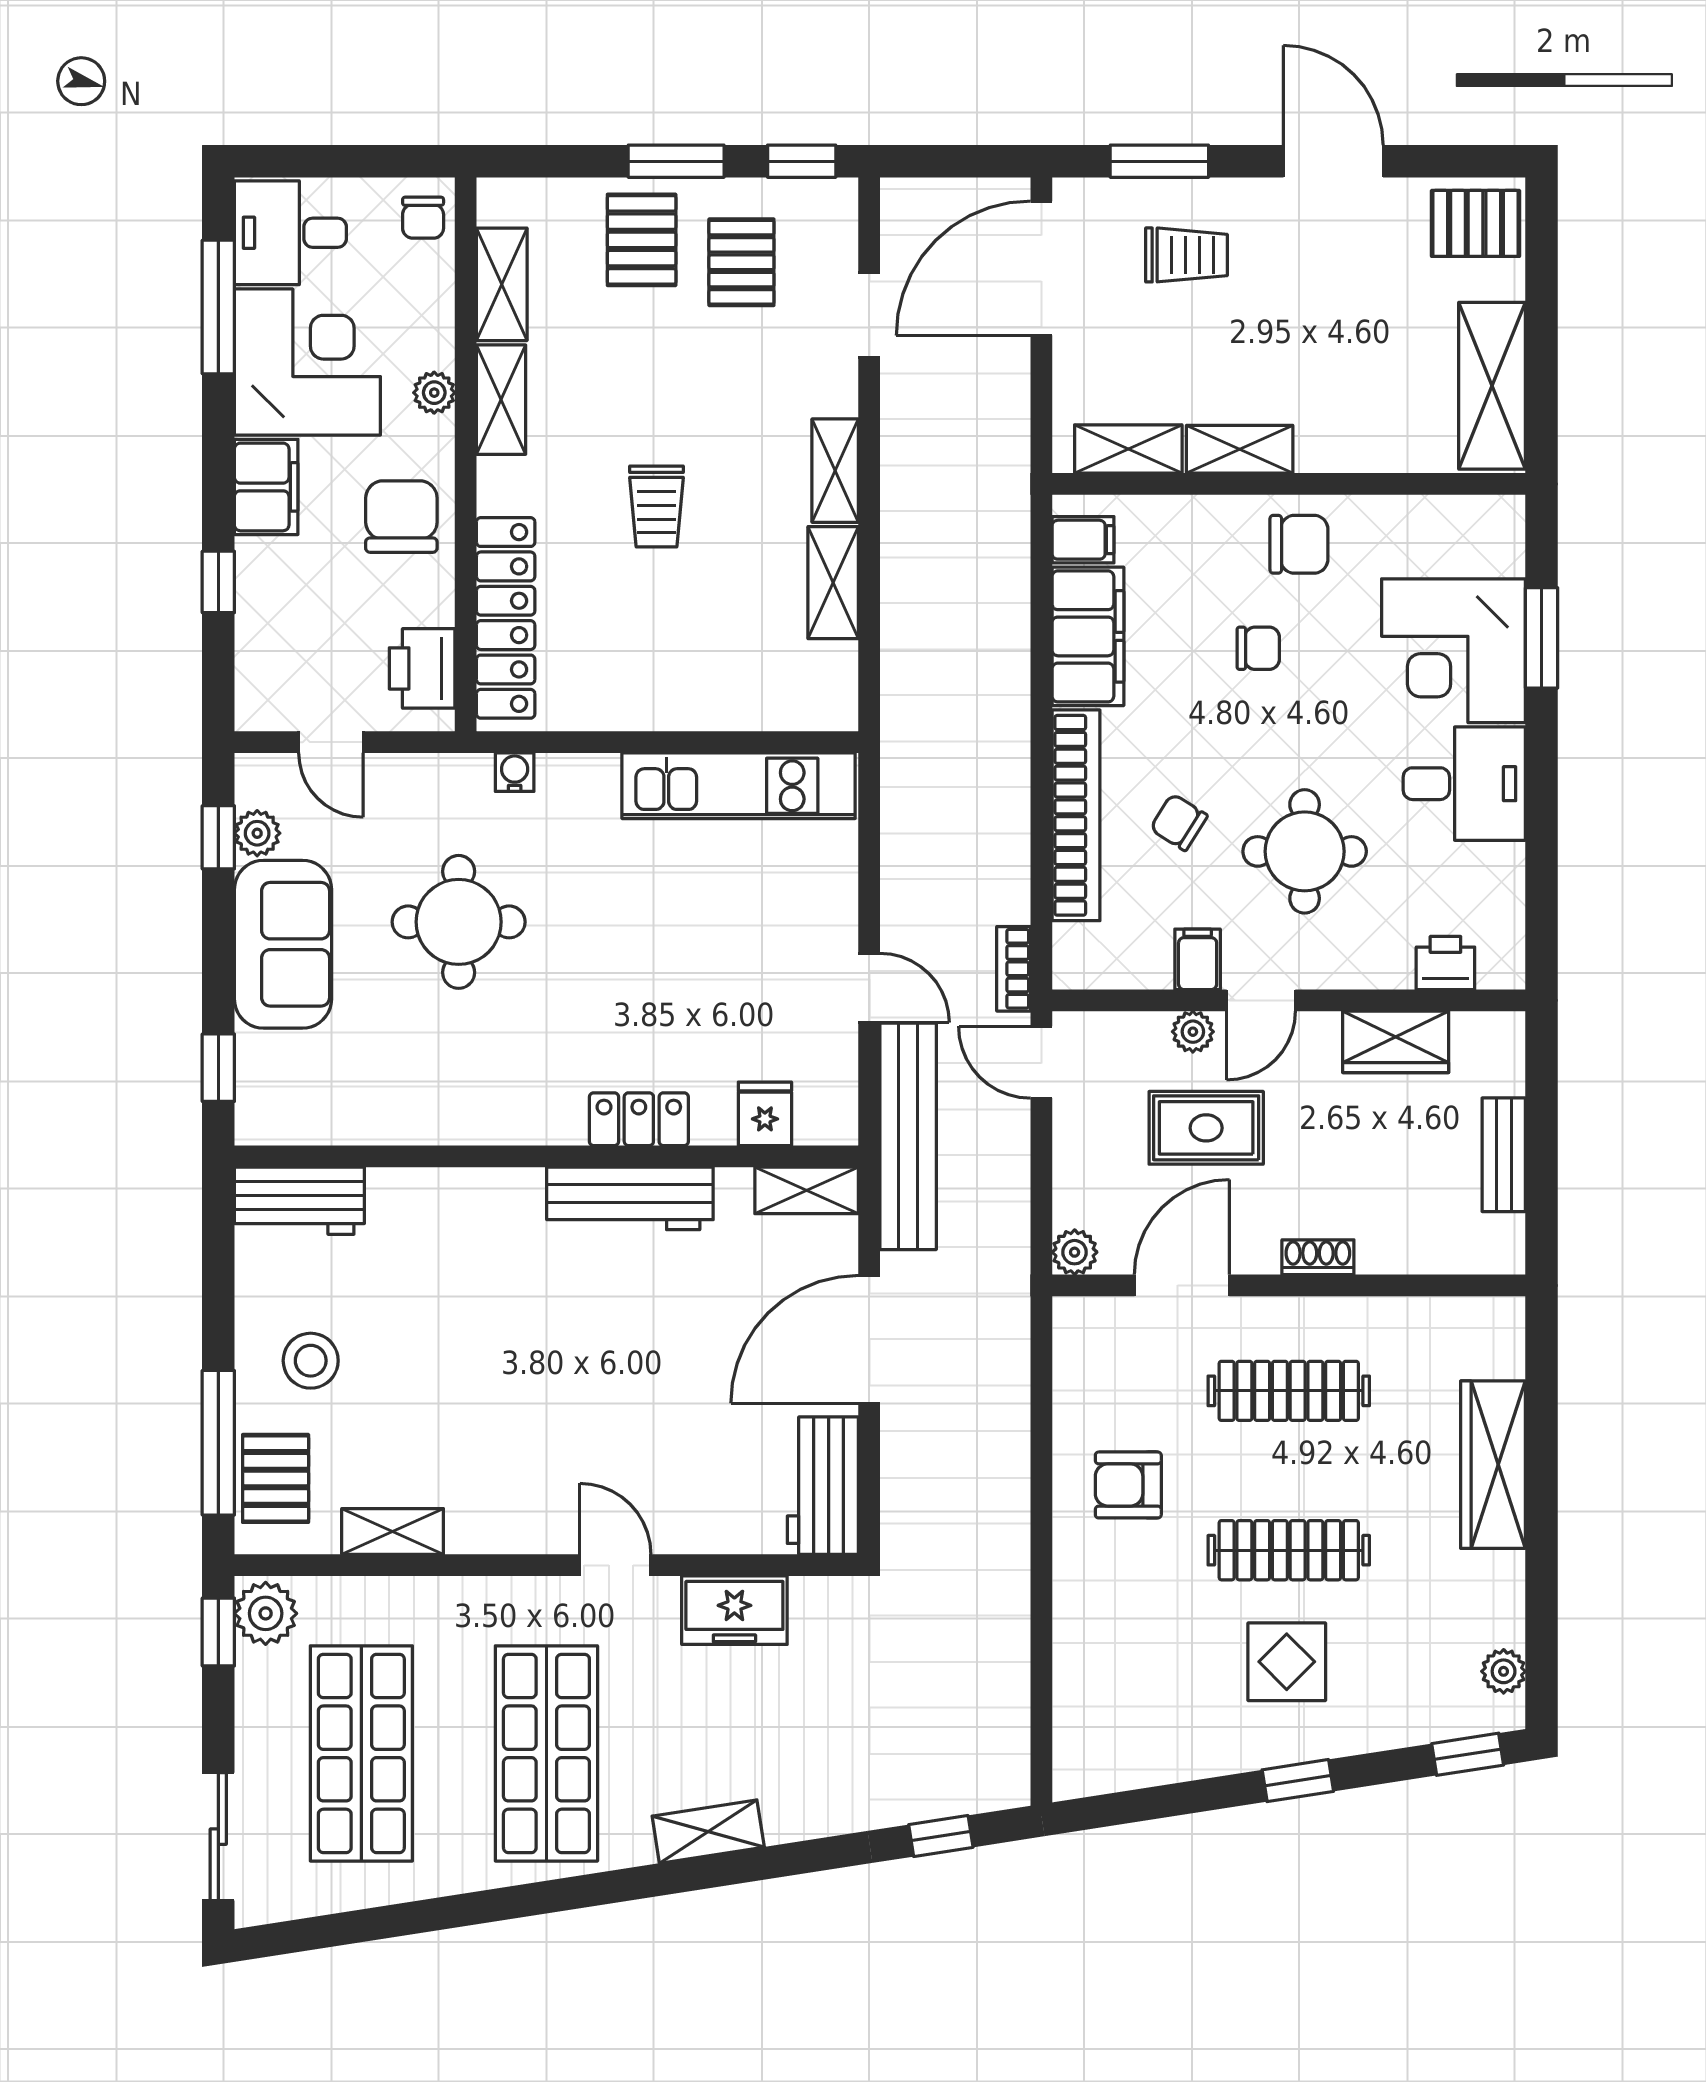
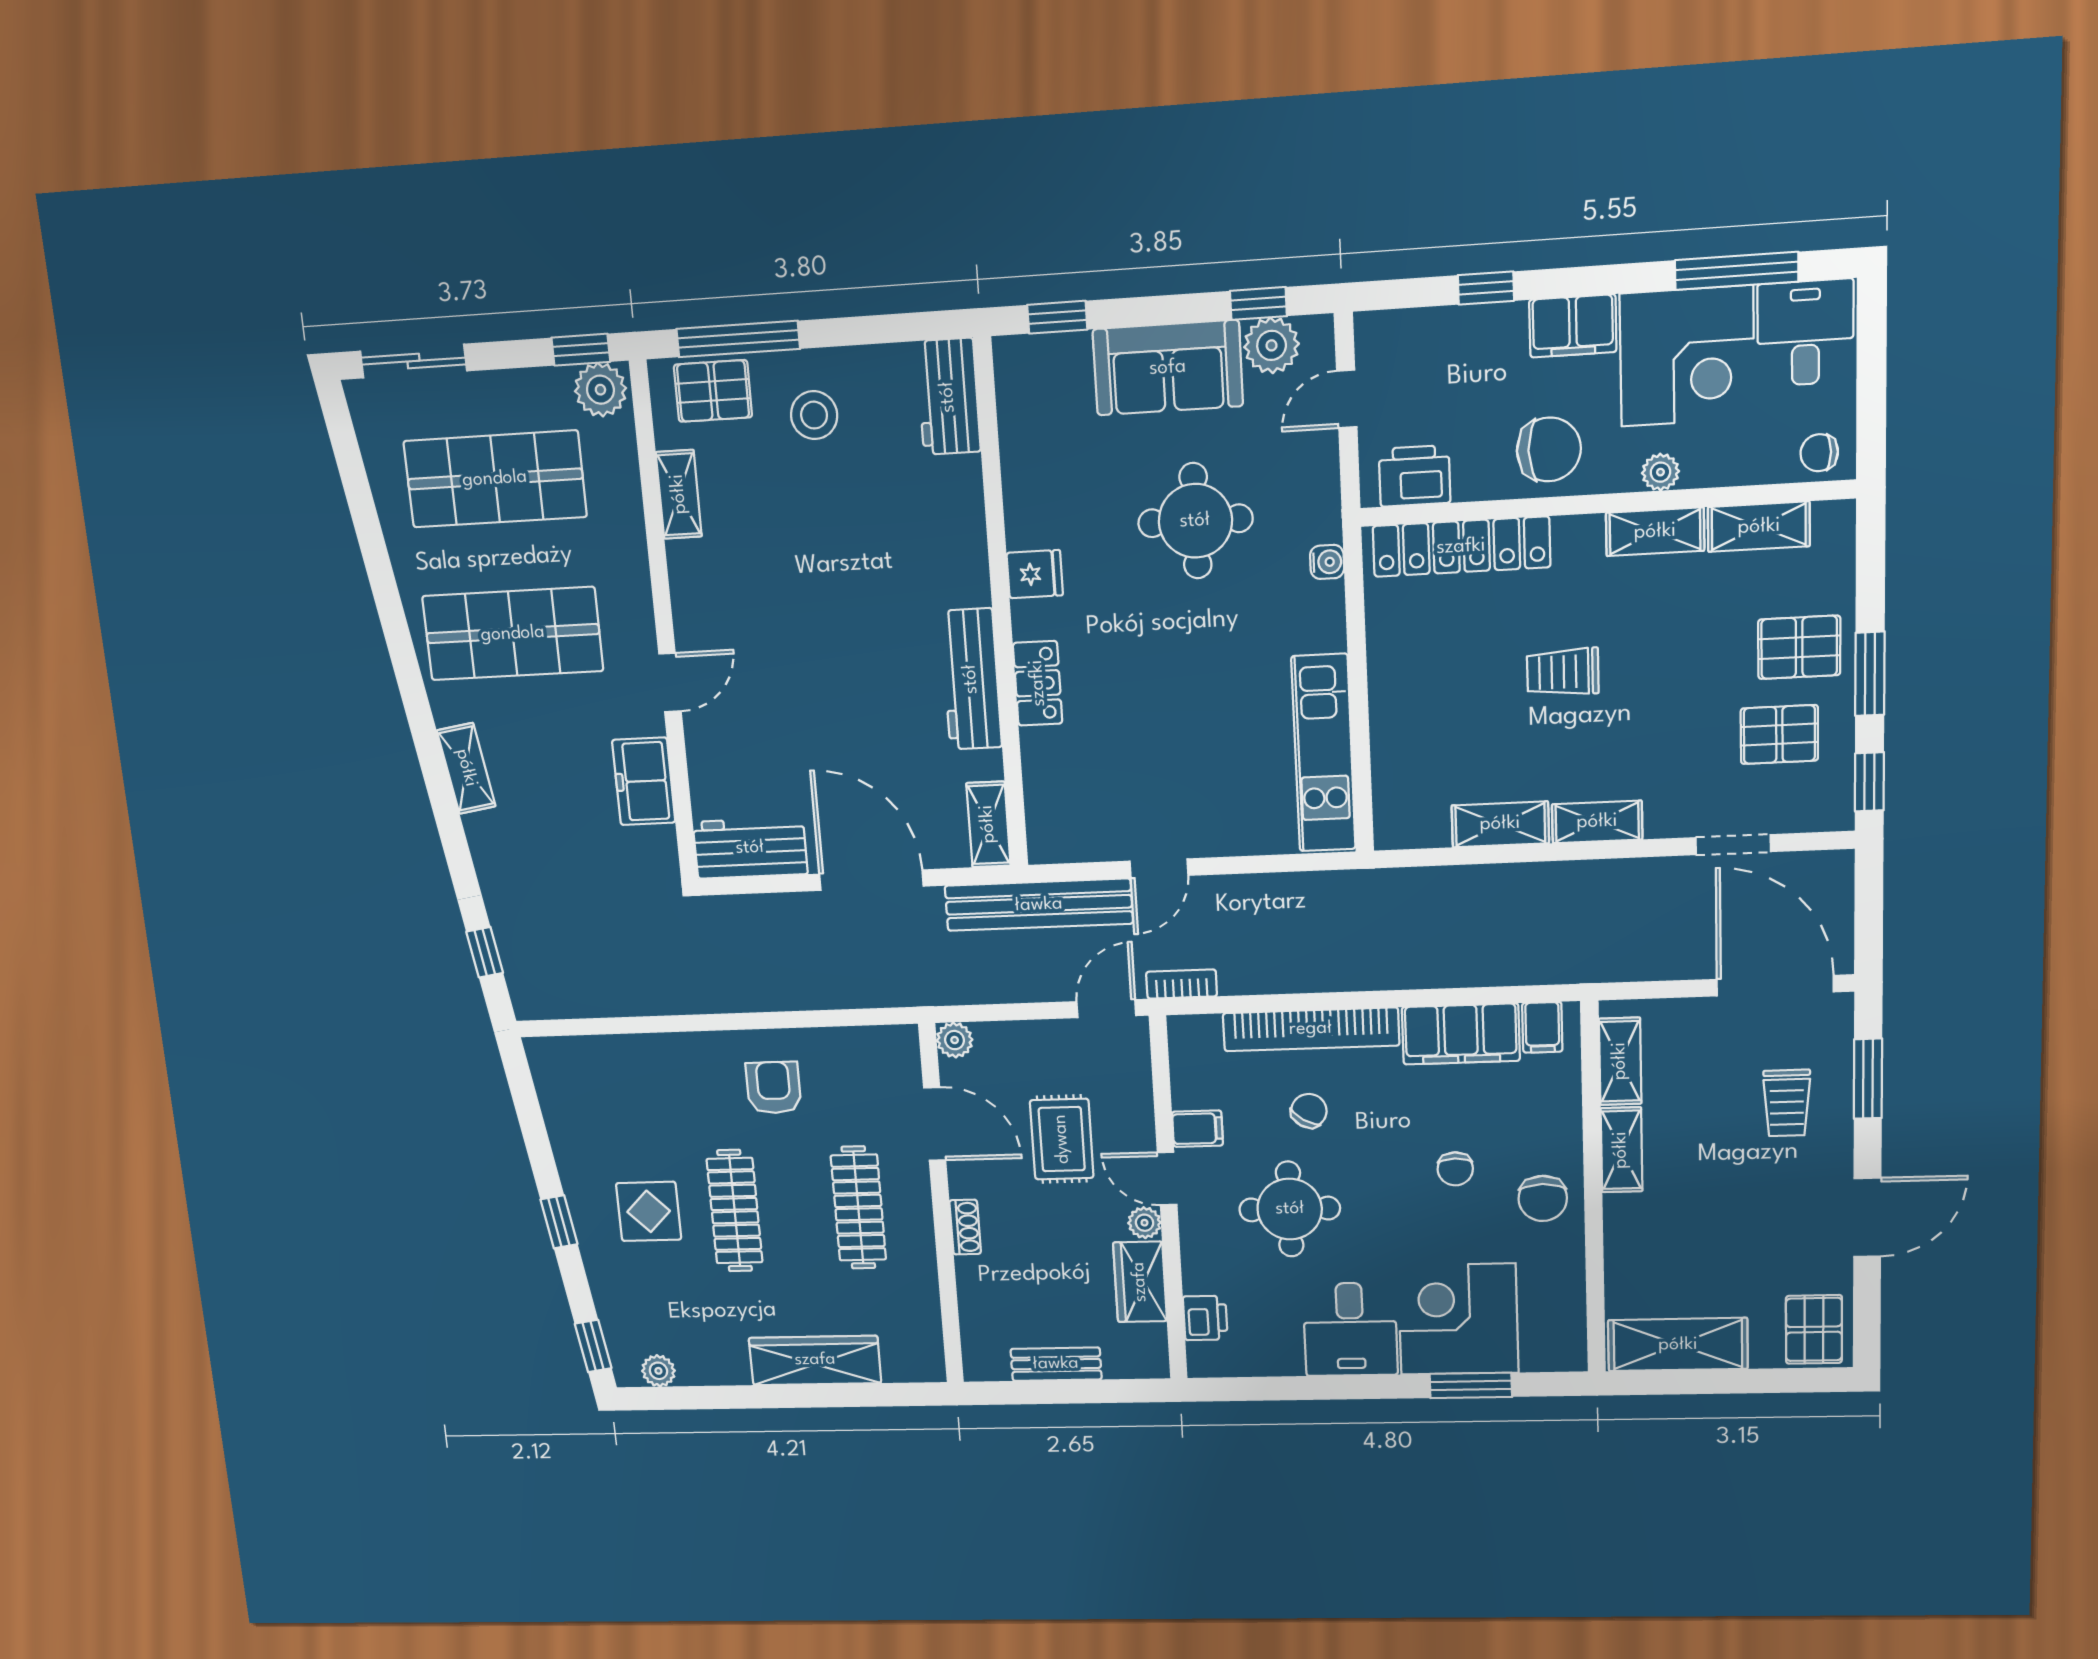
plant: (257, 833) -> (1272, 345), width x1.38, depth x1.38
plant: (1193, 1032) -> (1144, 1223), moved
fridge: (765, 1114) -> (1035, 574), moved

